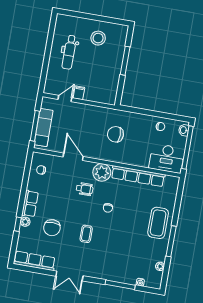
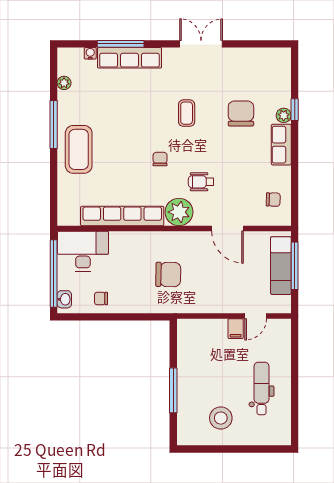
row of seats: (34, 261) -> (129, 58), moved

